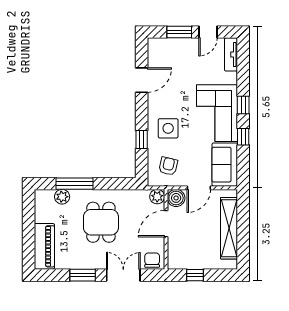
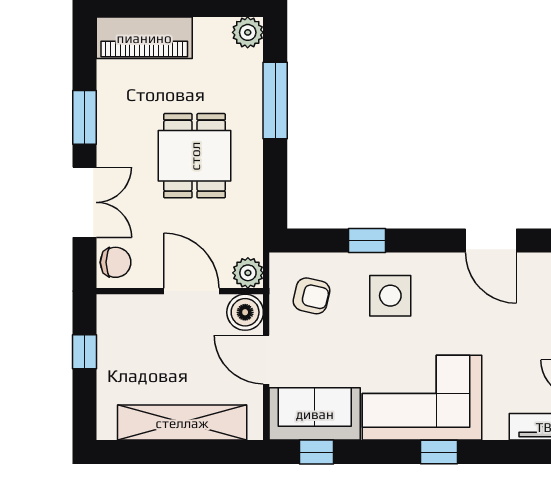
window: (243, 137) -> (317, 452), moved
plant: (62, 197) -> (248, 32), moved
dining table: (101, 222) -> (195, 156), turned 90

